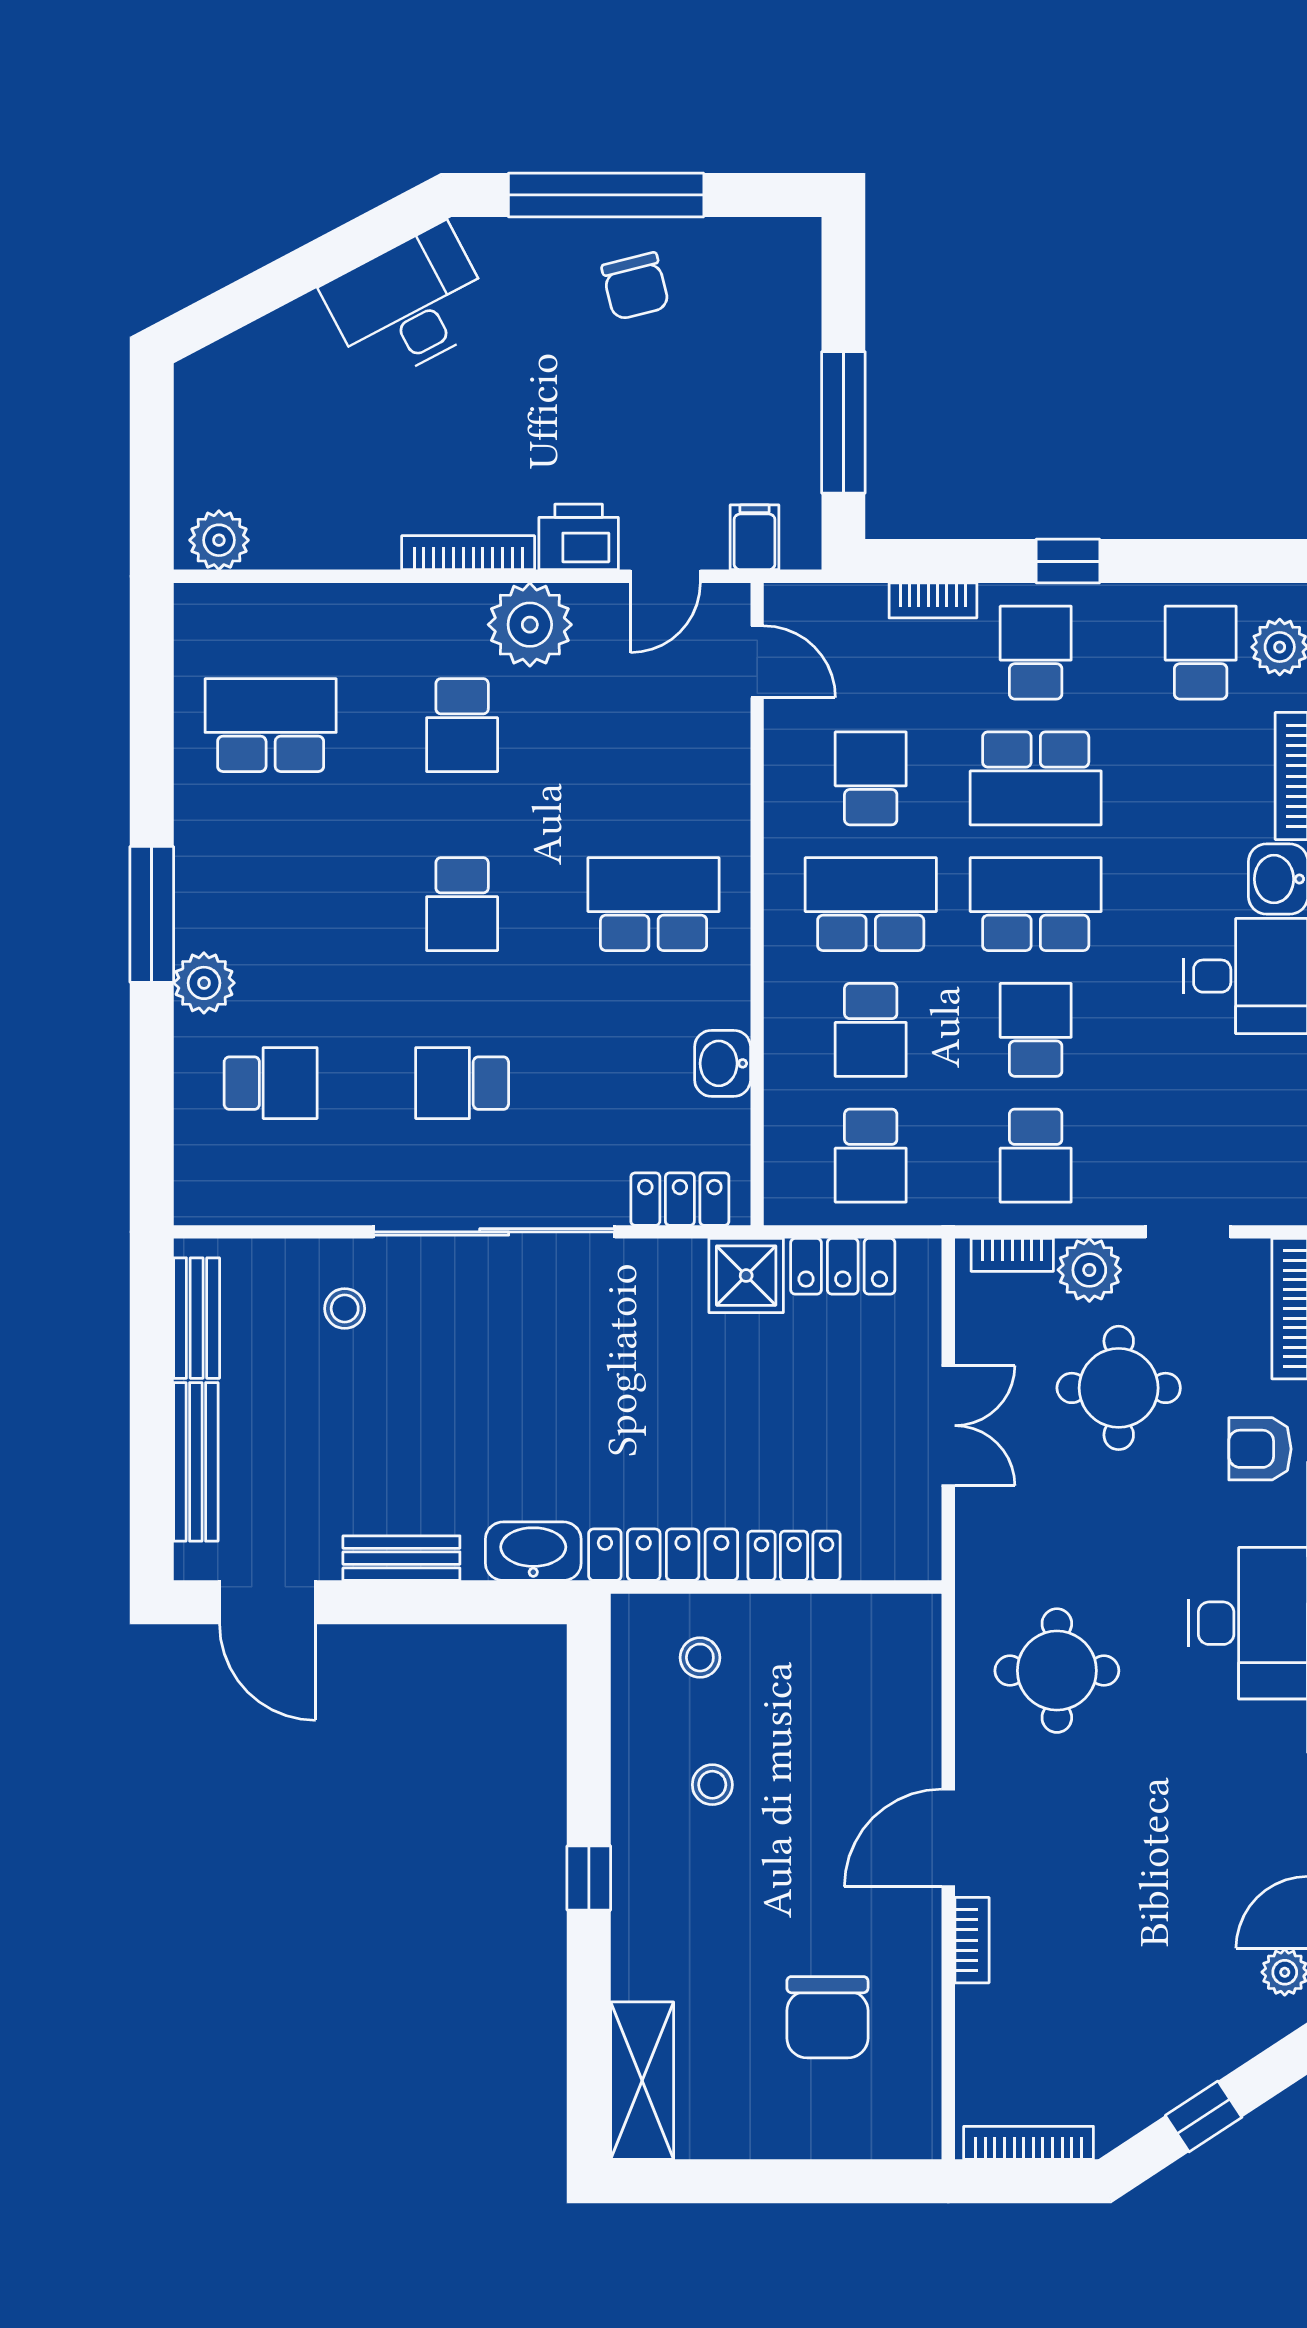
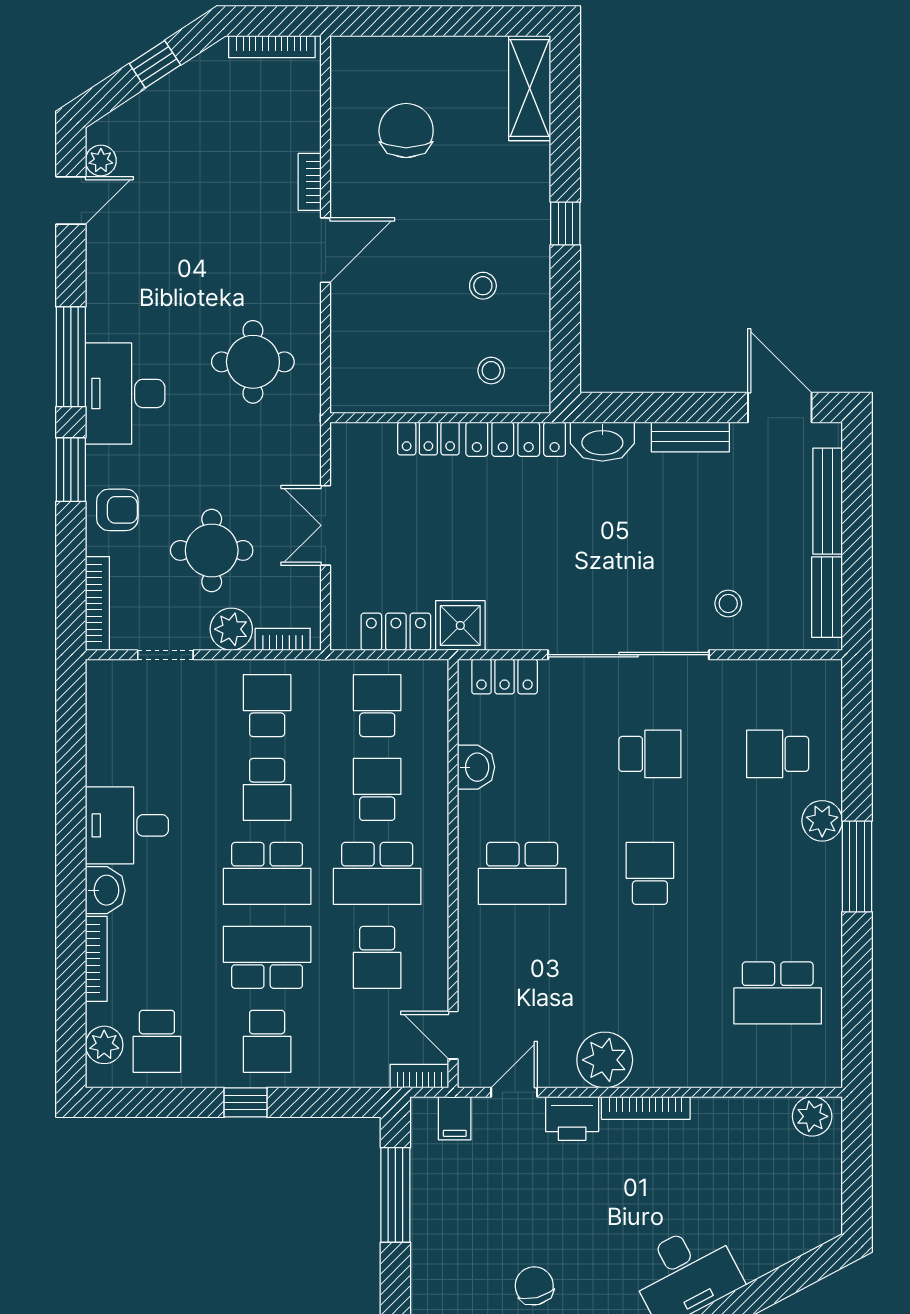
bookcase: (933, 600) -> (419, 1076), moved
school desk: (462, 725) -> (650, 993), removed

